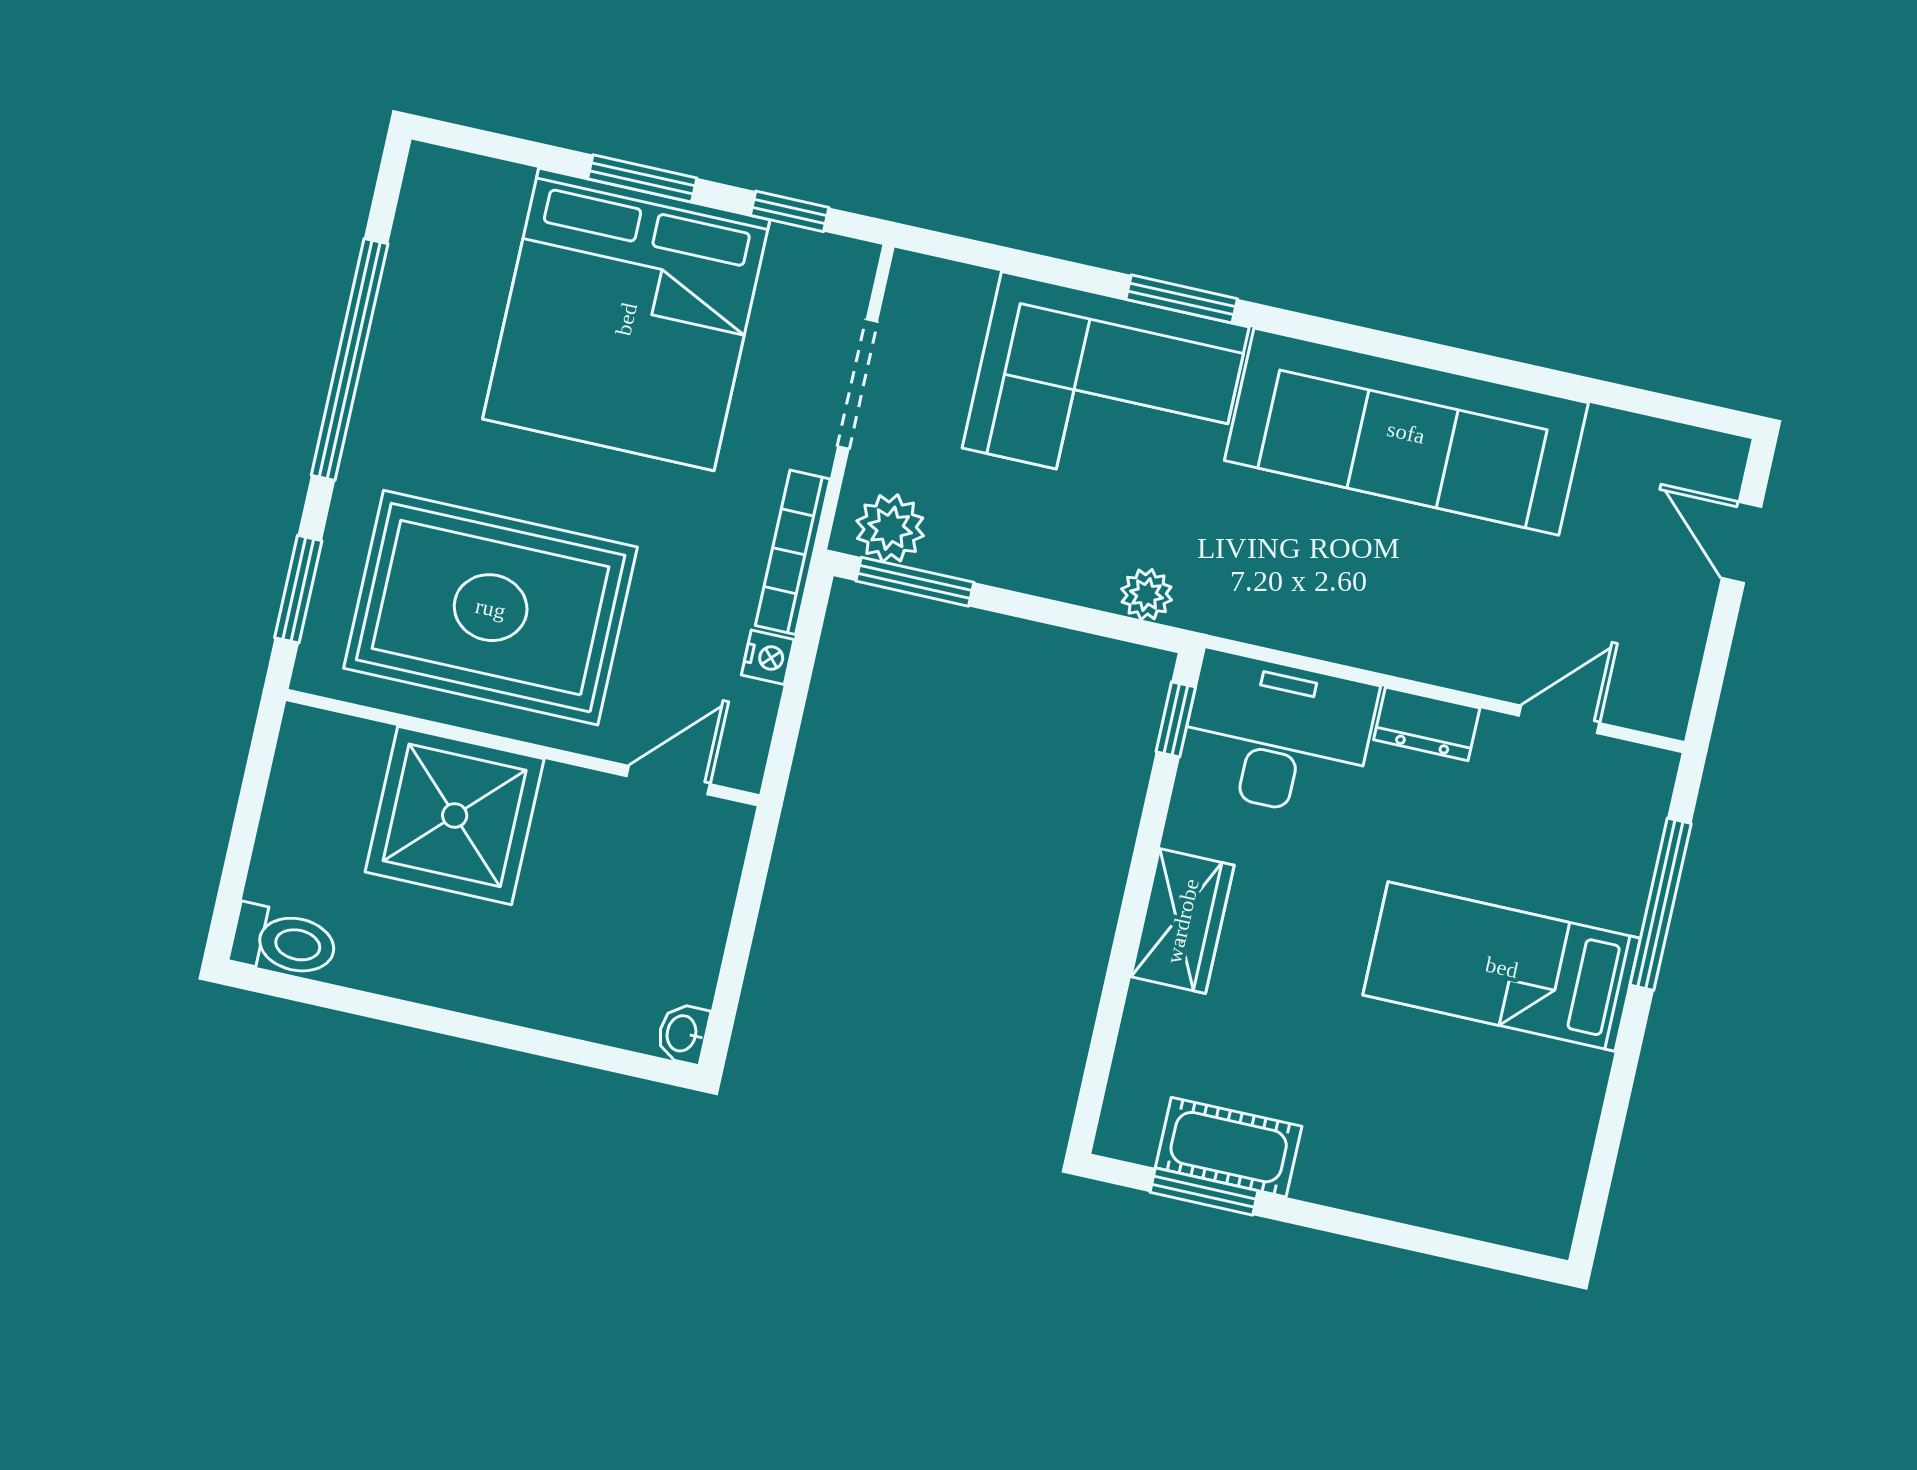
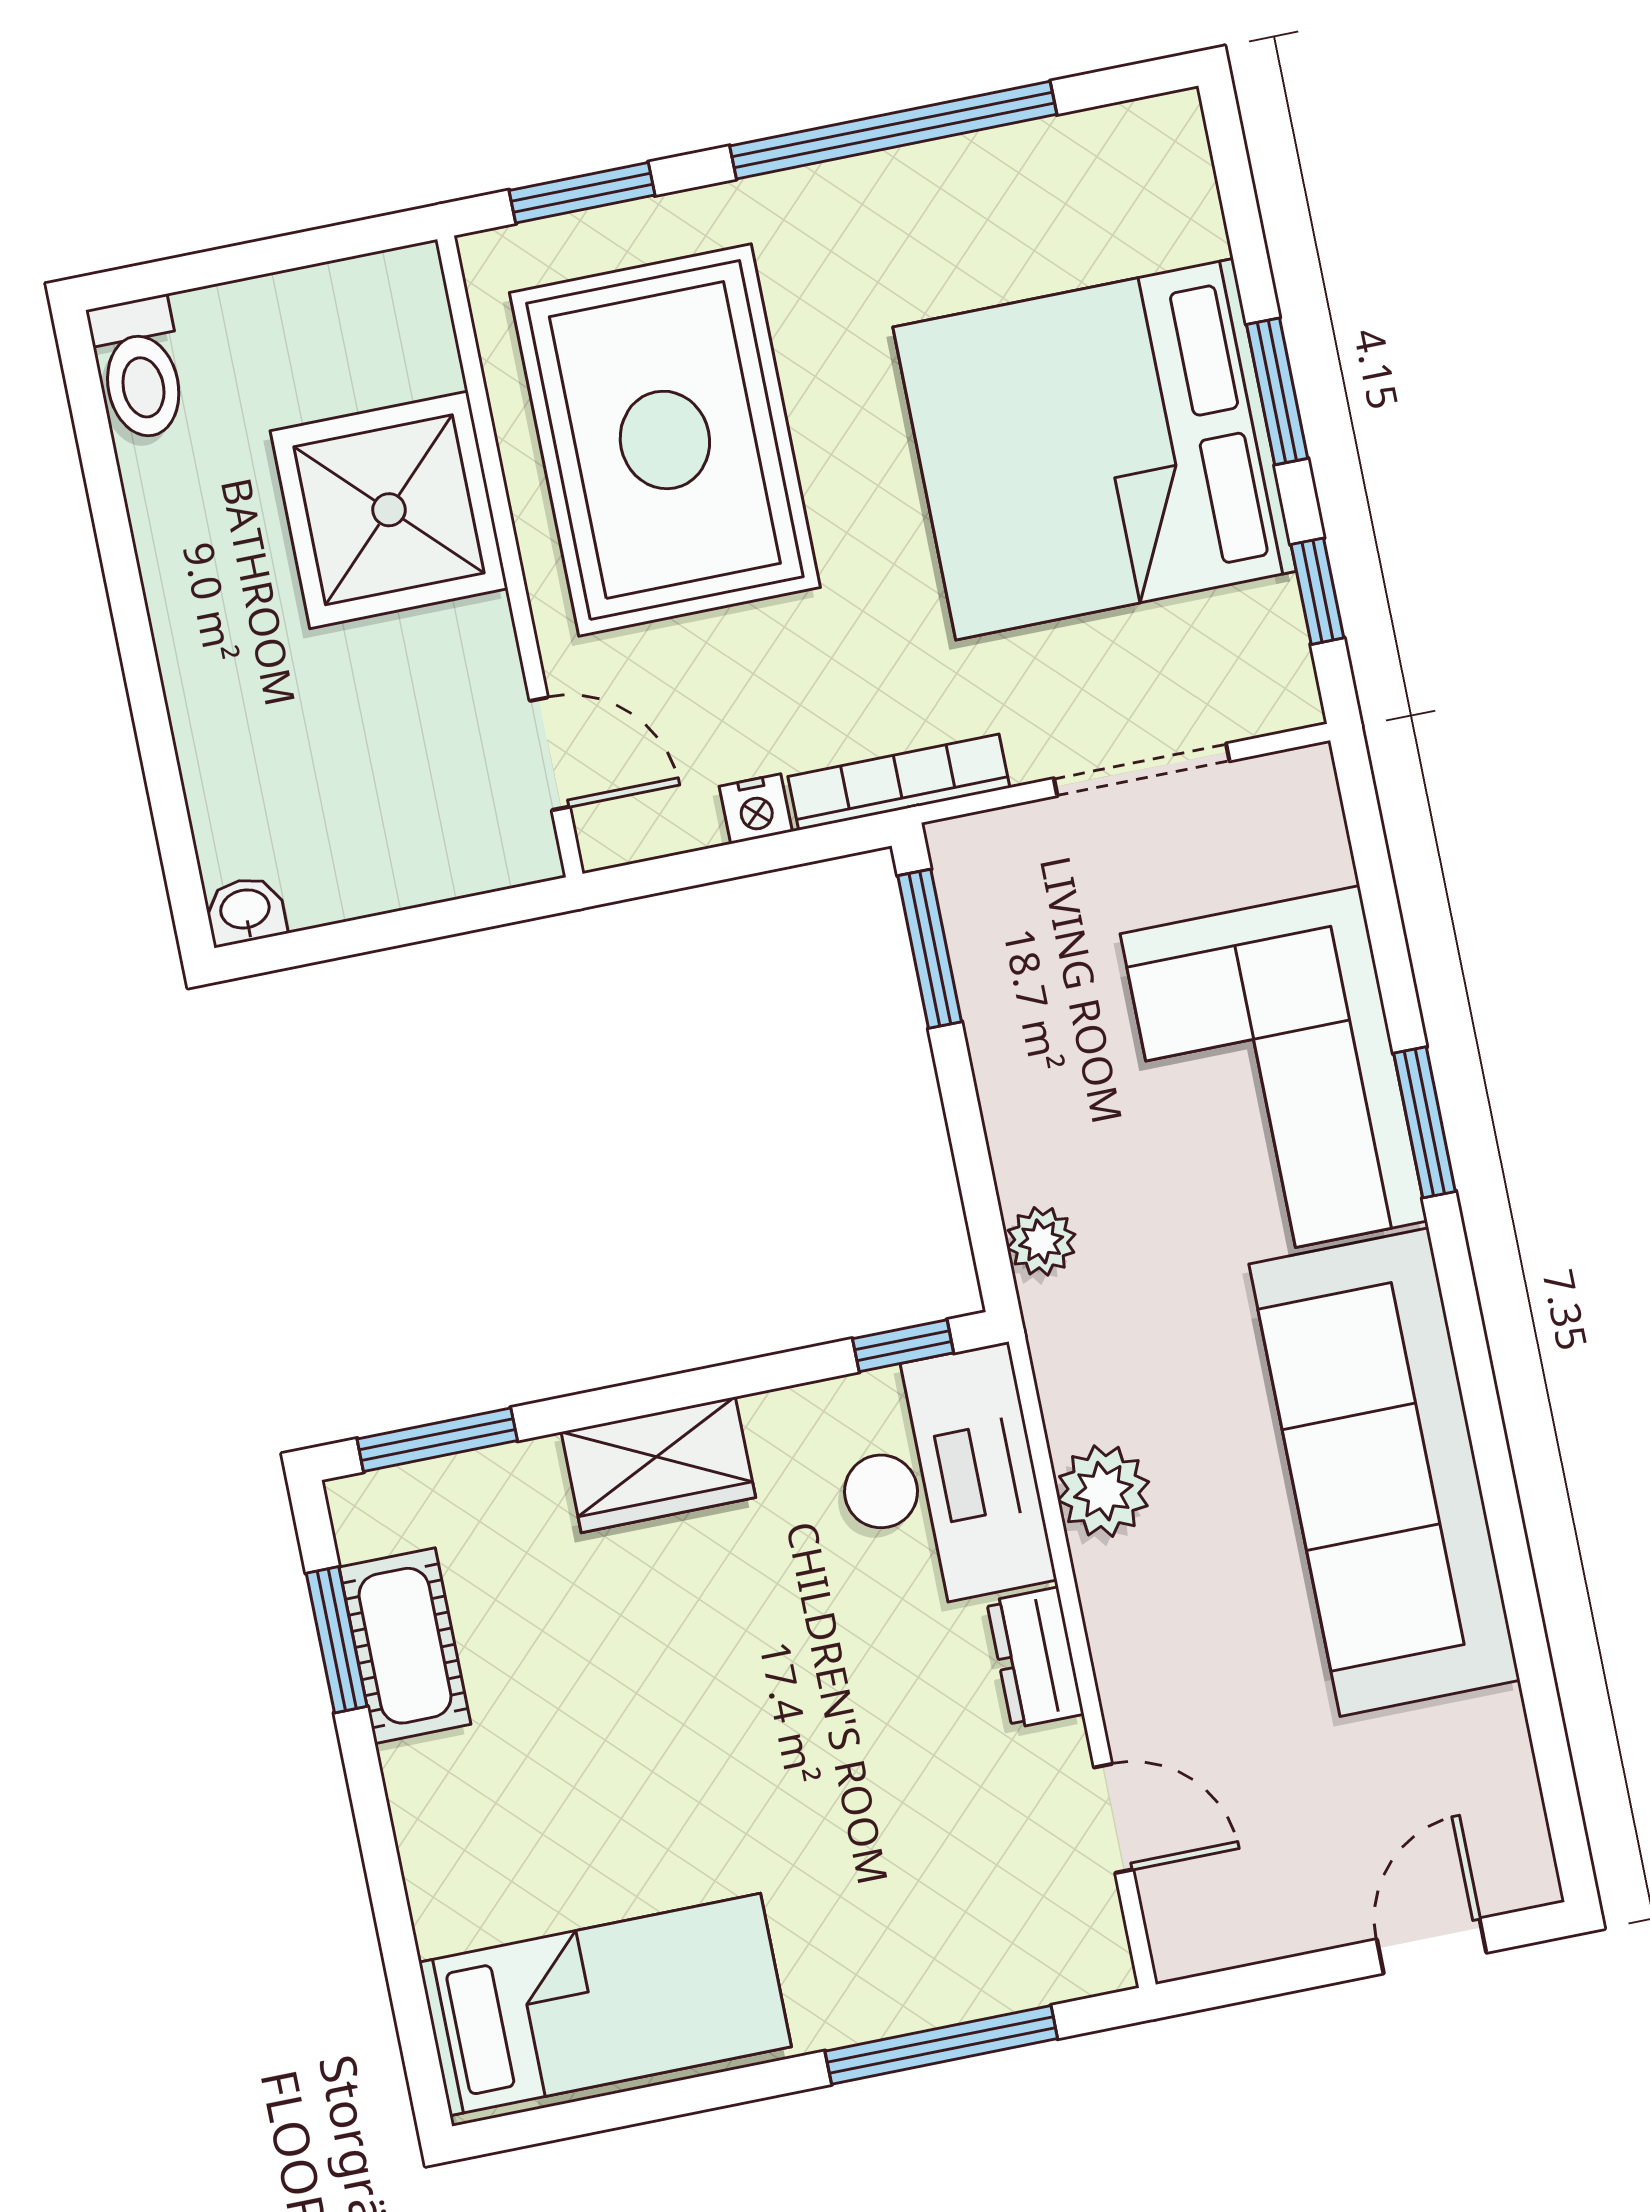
plant: (890, 528) -> (1103, 1491), moved
bed: (1502, 967) -> (605, 2005), moved, turned 90
window: (1099, 1063) -> (437, 1440), added

